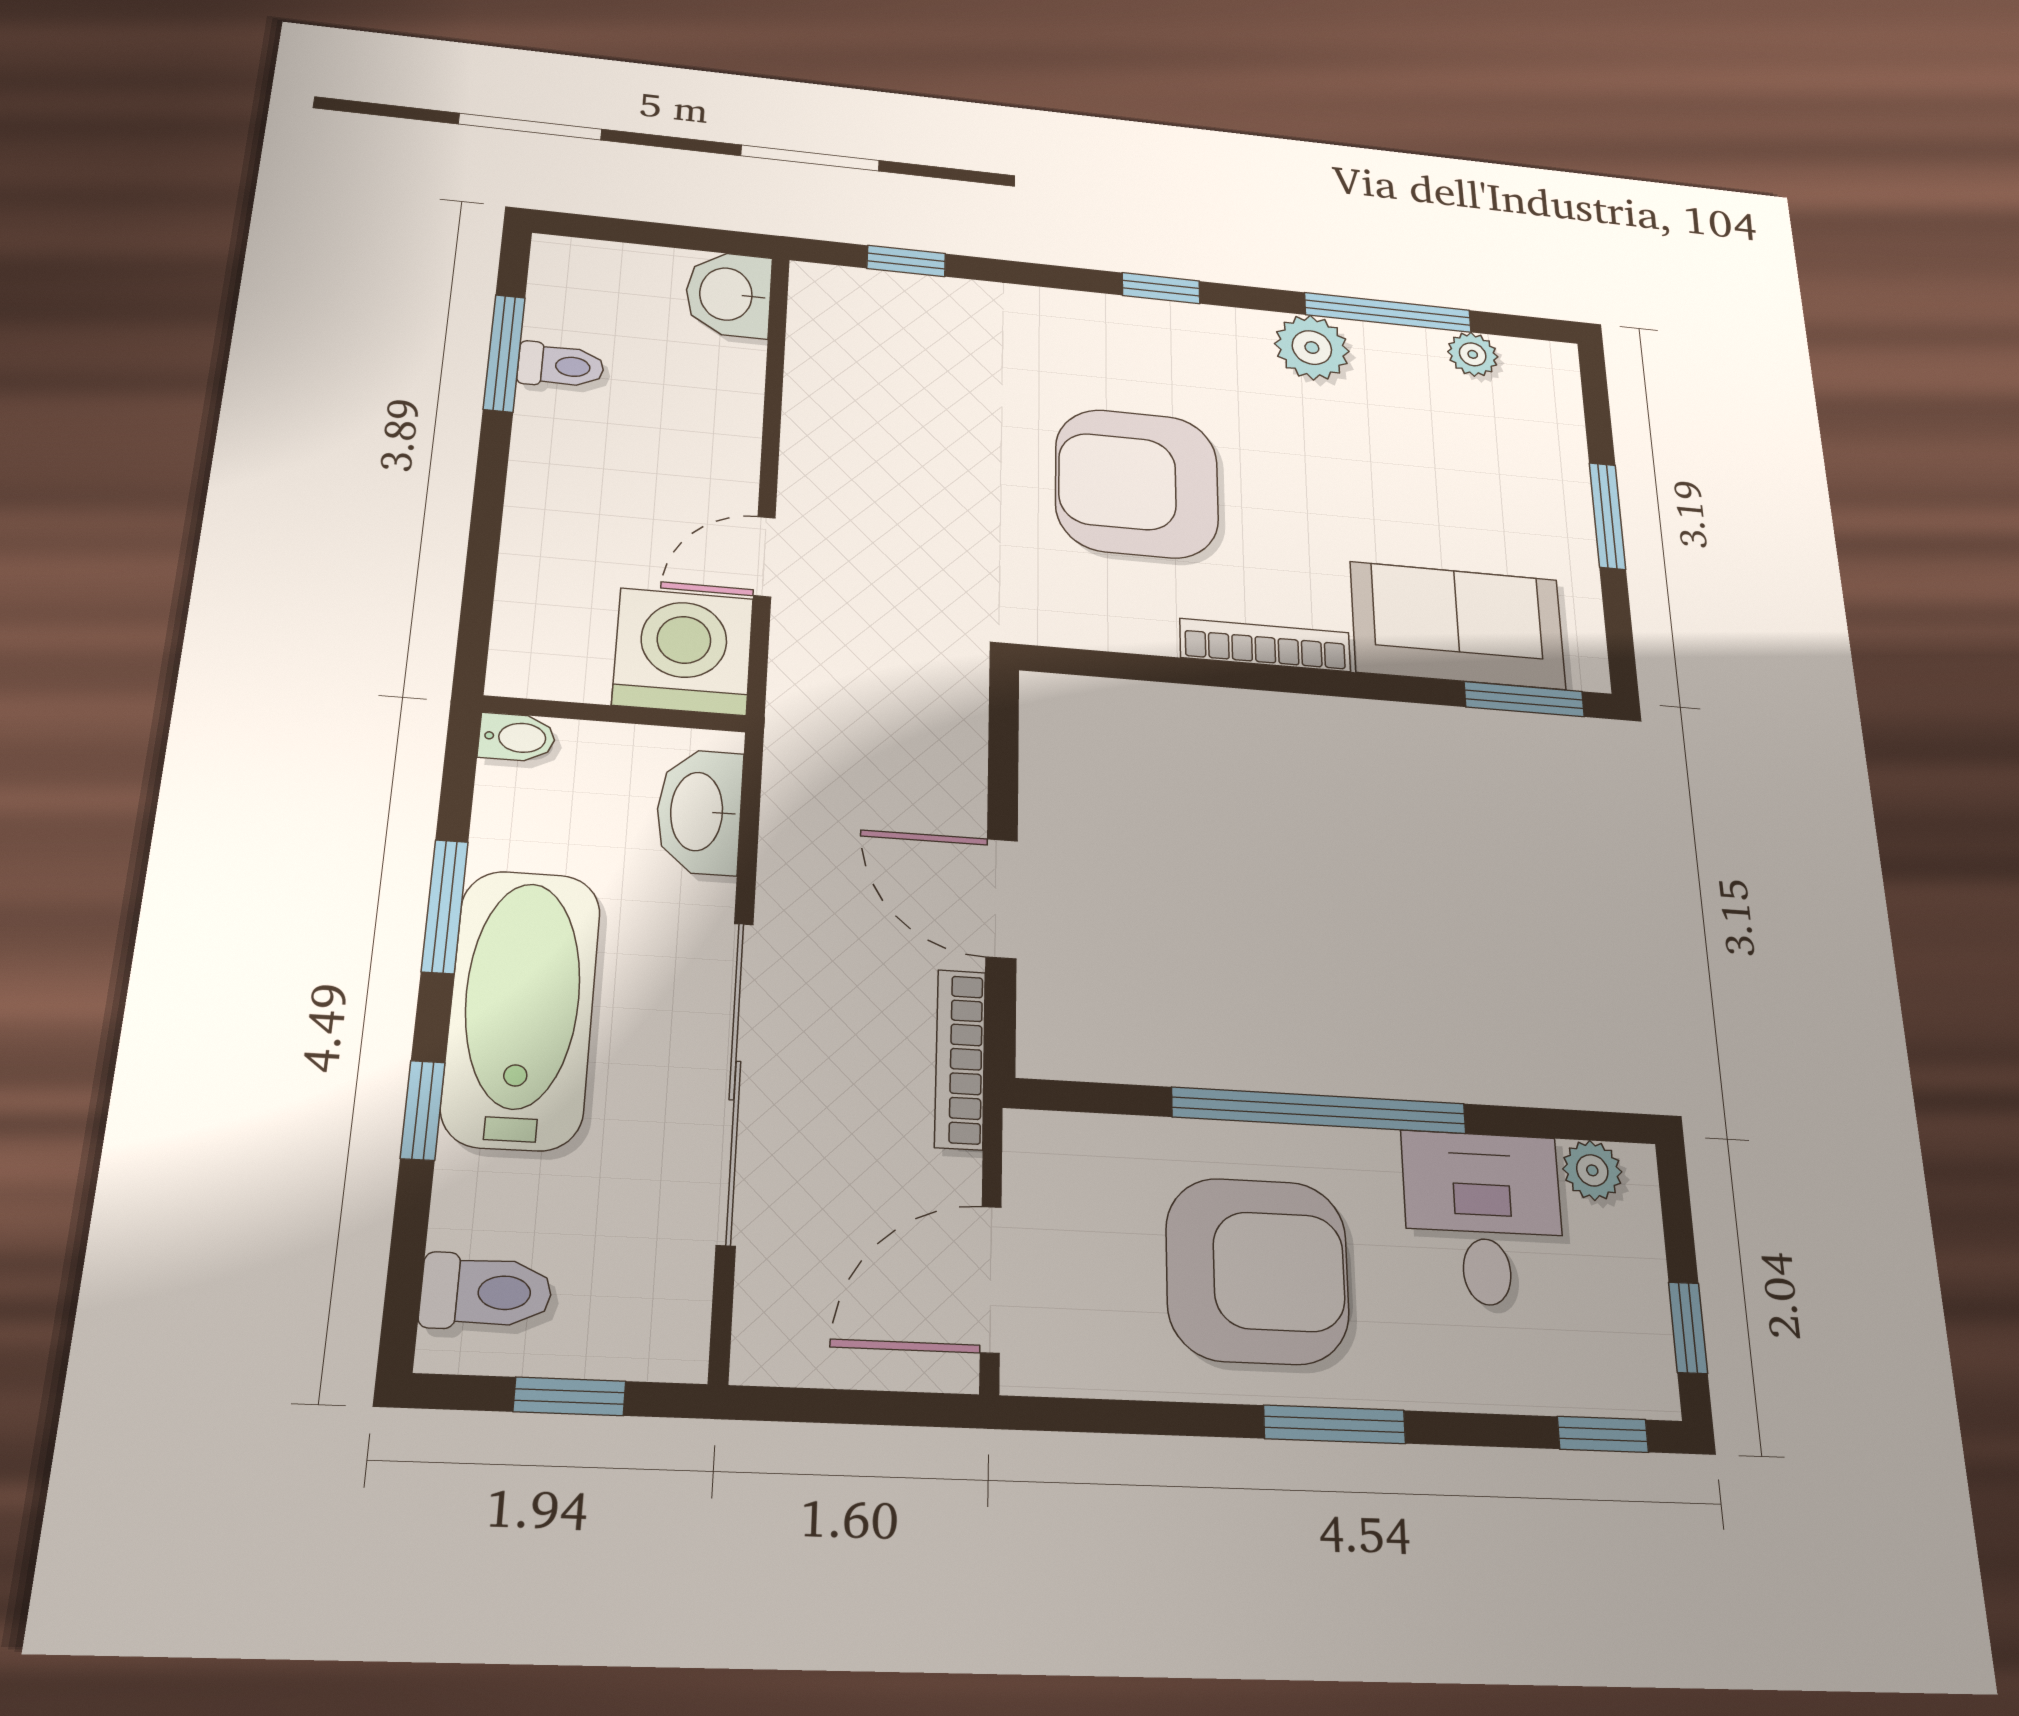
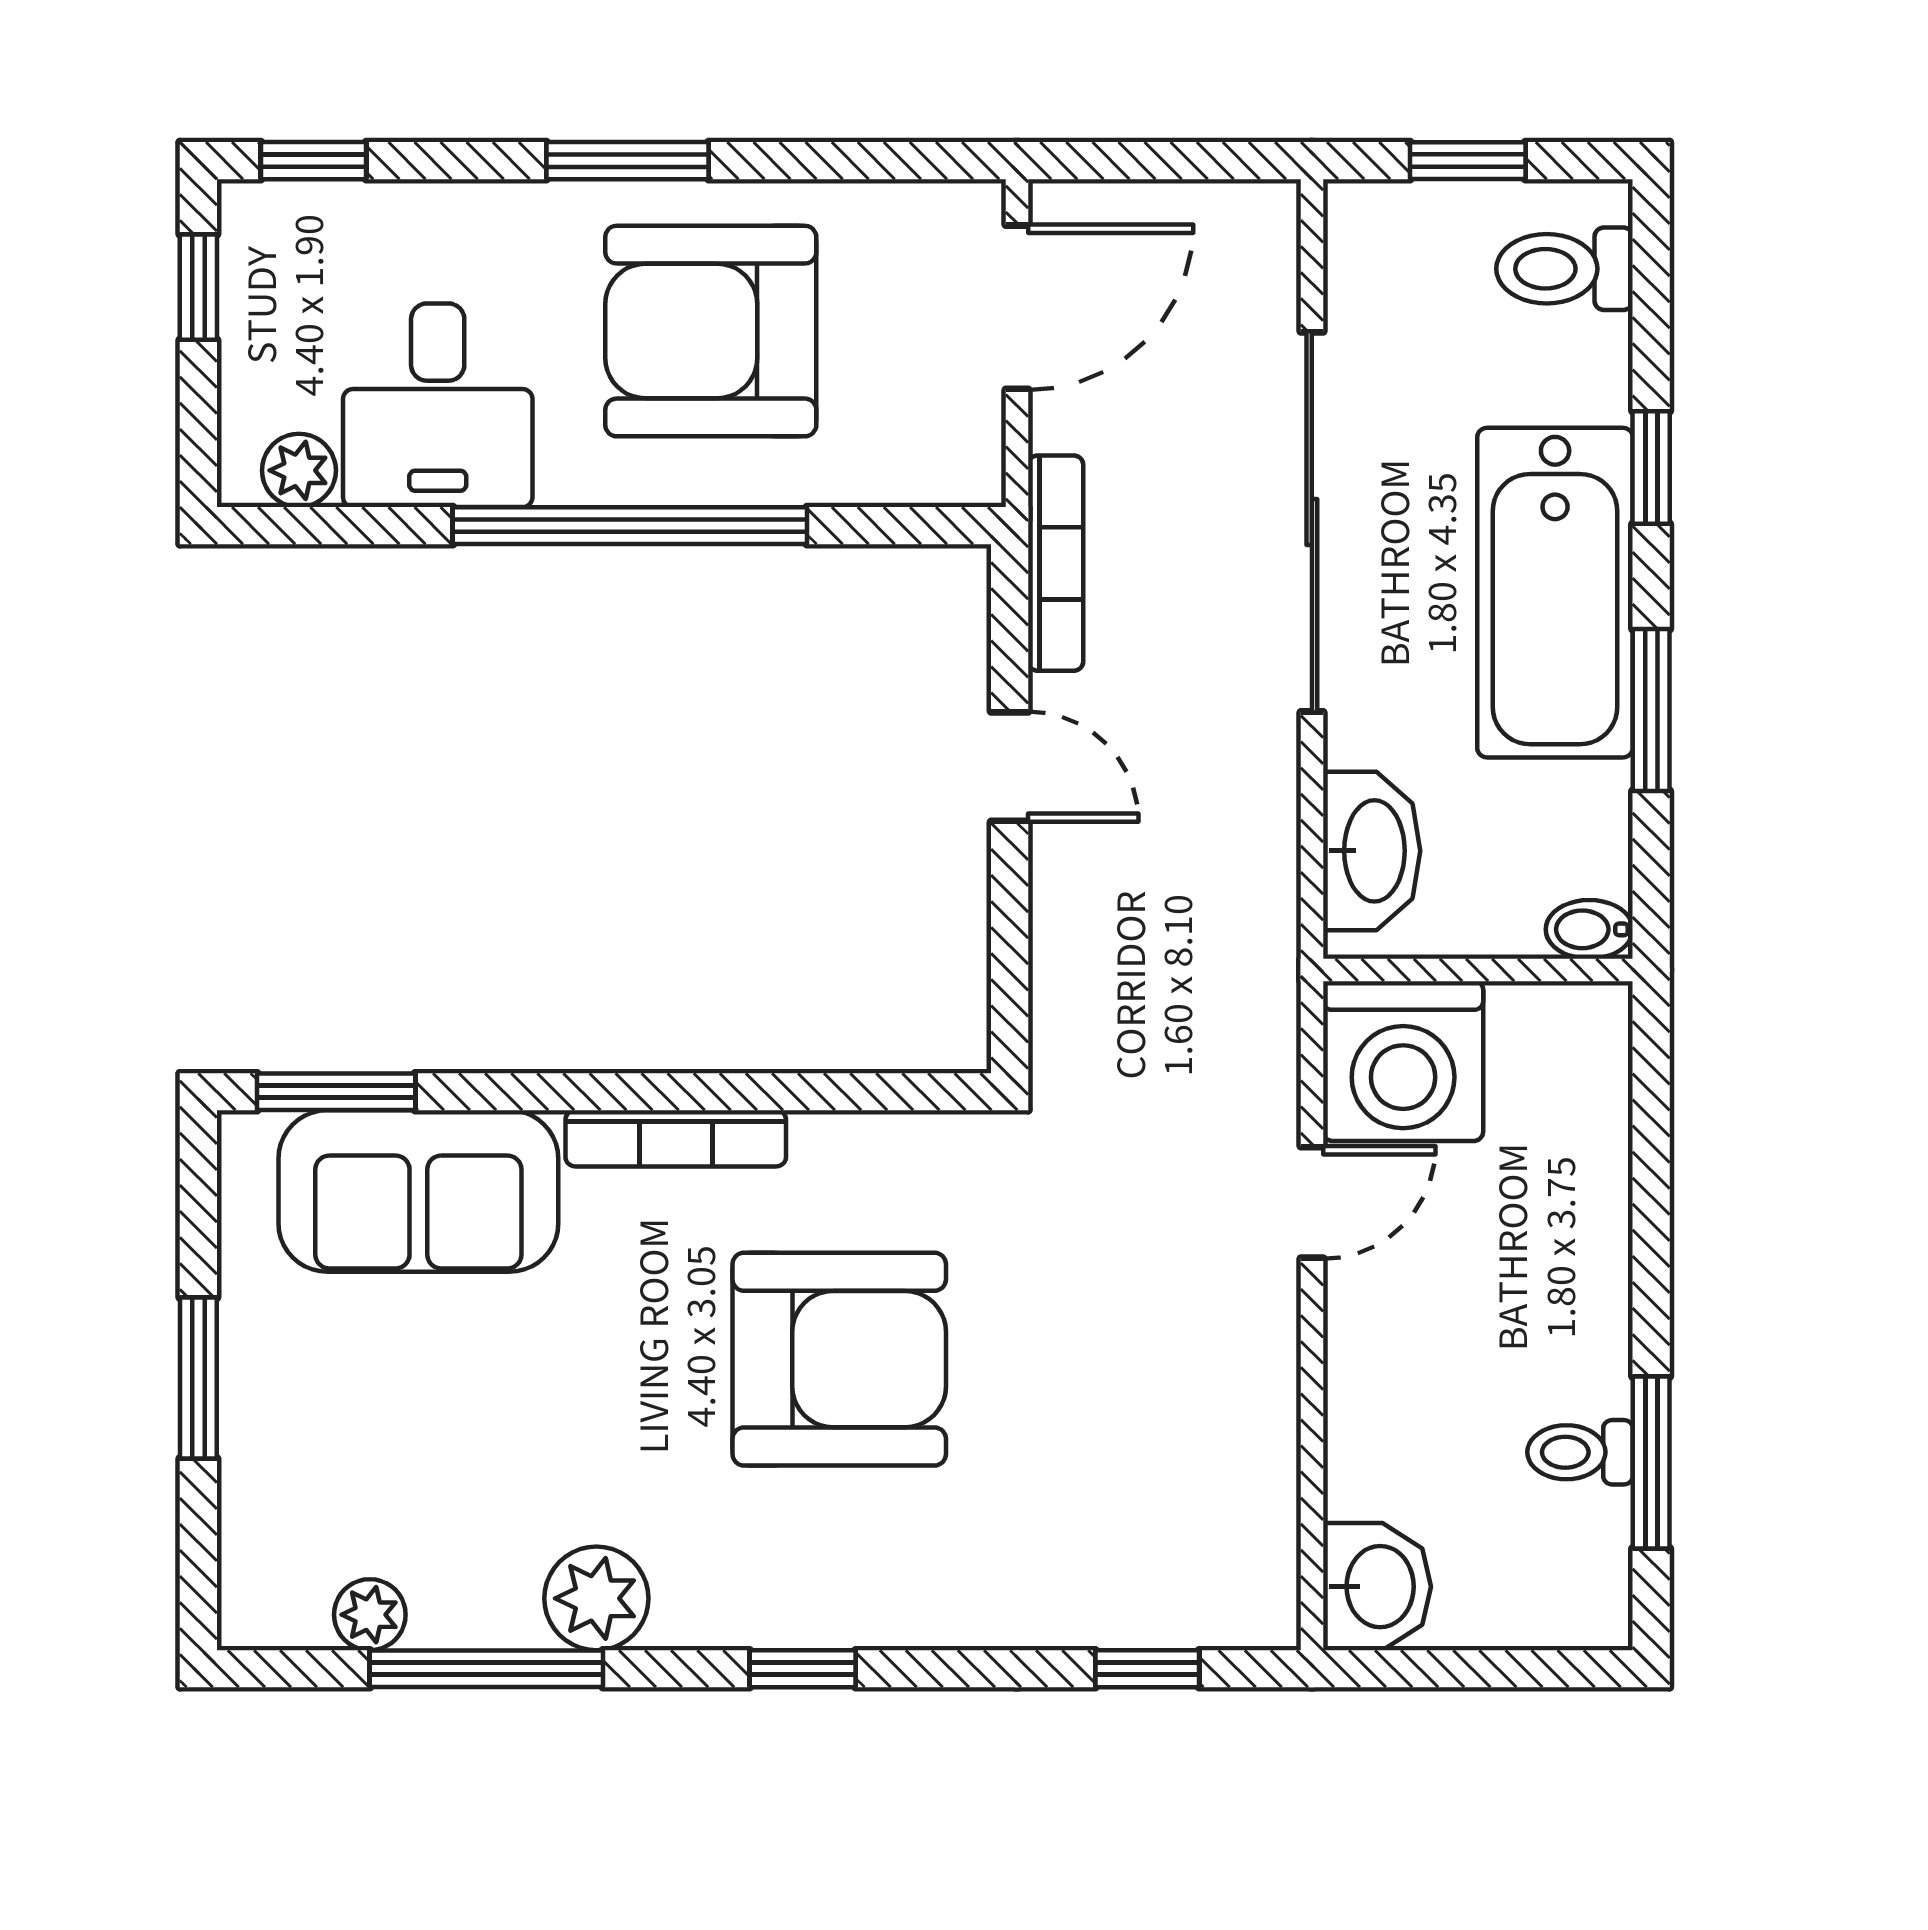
door: (1002, 898) -> (1010, 767), width x0.73

